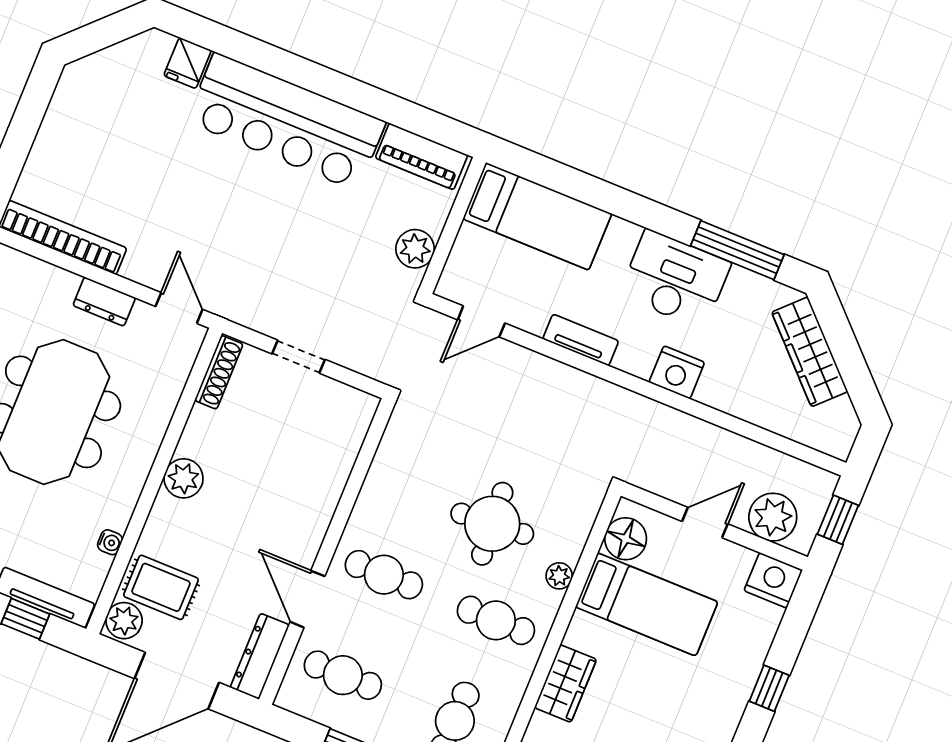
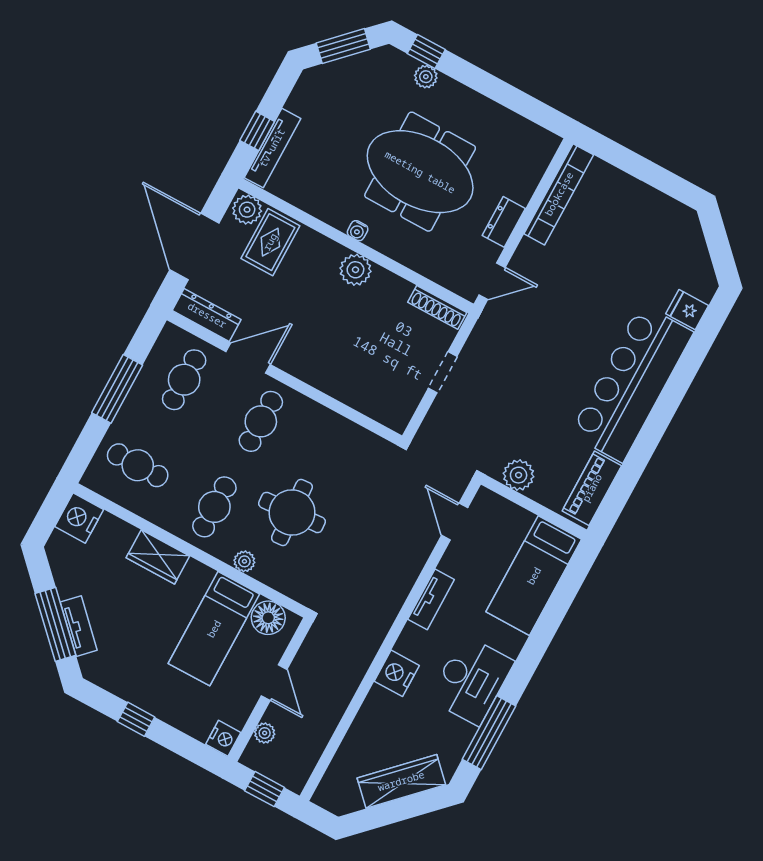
plant: (773, 517) -> (265, 733), width x0.53, depth x0.53
water cooler: (110, 542) -> (358, 231), moved
nightstand: (773, 580) -> (223, 738), width x0.74, depth x0.75

